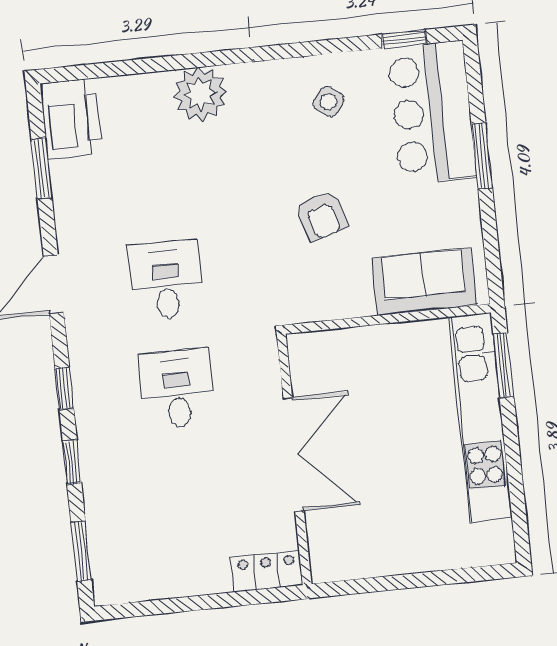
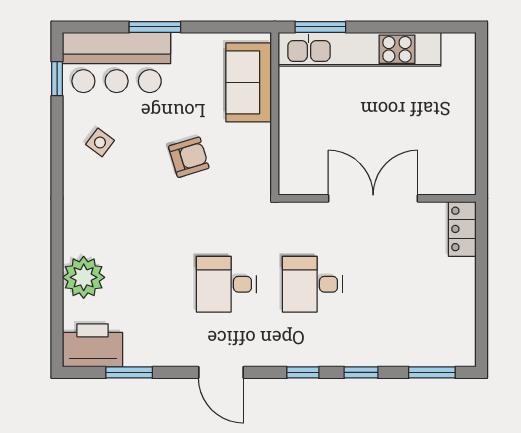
plant: (200, 94) -> (84, 277), moved

